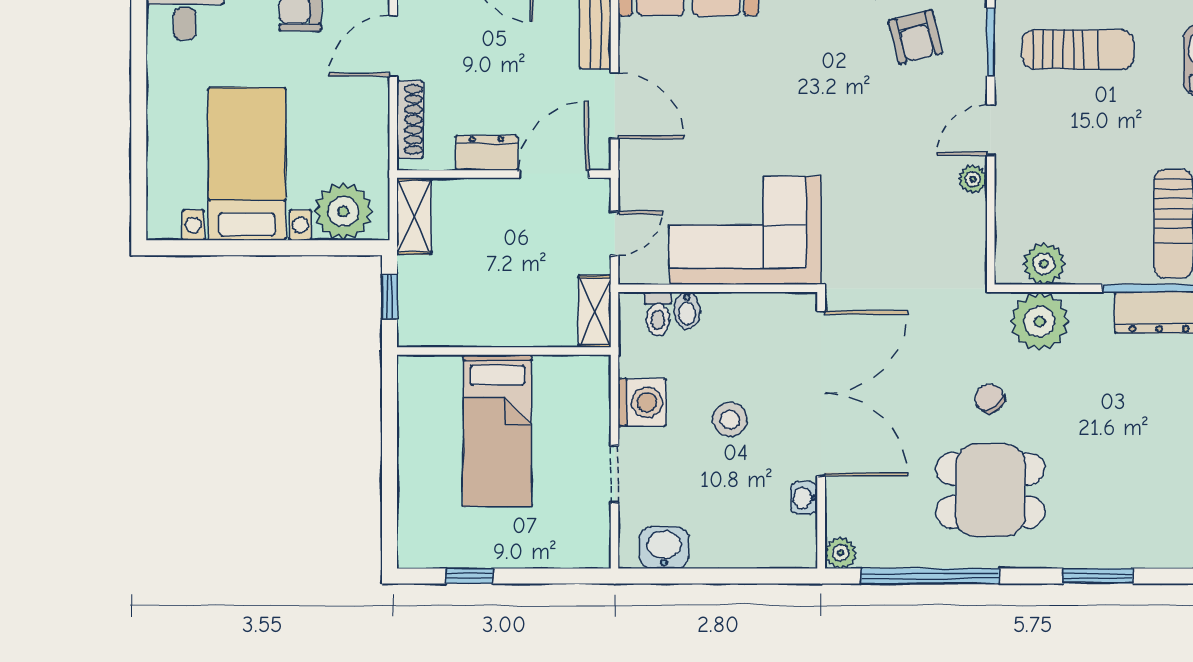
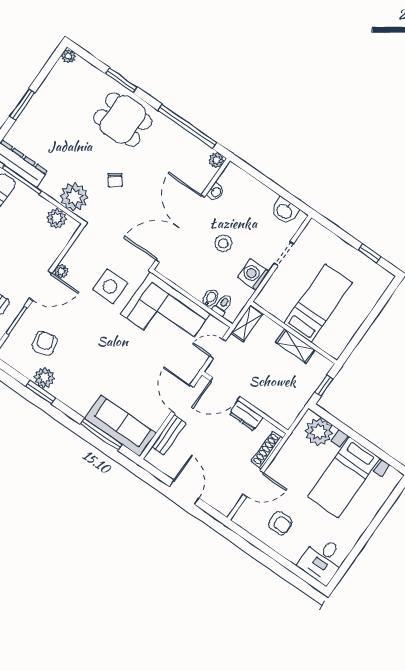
door: (991, 130) -> (41, 286), width x1.38
side table: (872, 211) -> (110, 286), added
shelving: (414, 216) -> (295, 346), moved, turned 90
dining table: (990, 490) -> (123, 119), moved

